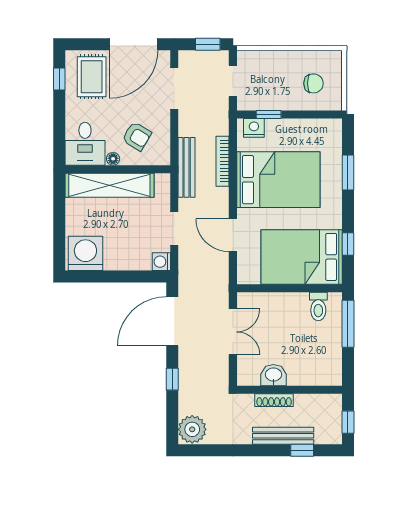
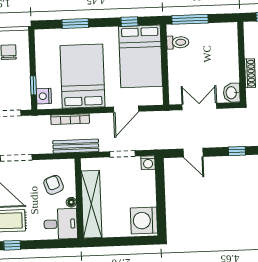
armchair: (137, 136) -> (54, 185), turned -51
door: (172, 321) -> (193, 153), width x0.53
washbasin: (273, 375) -> (232, 93), moved

